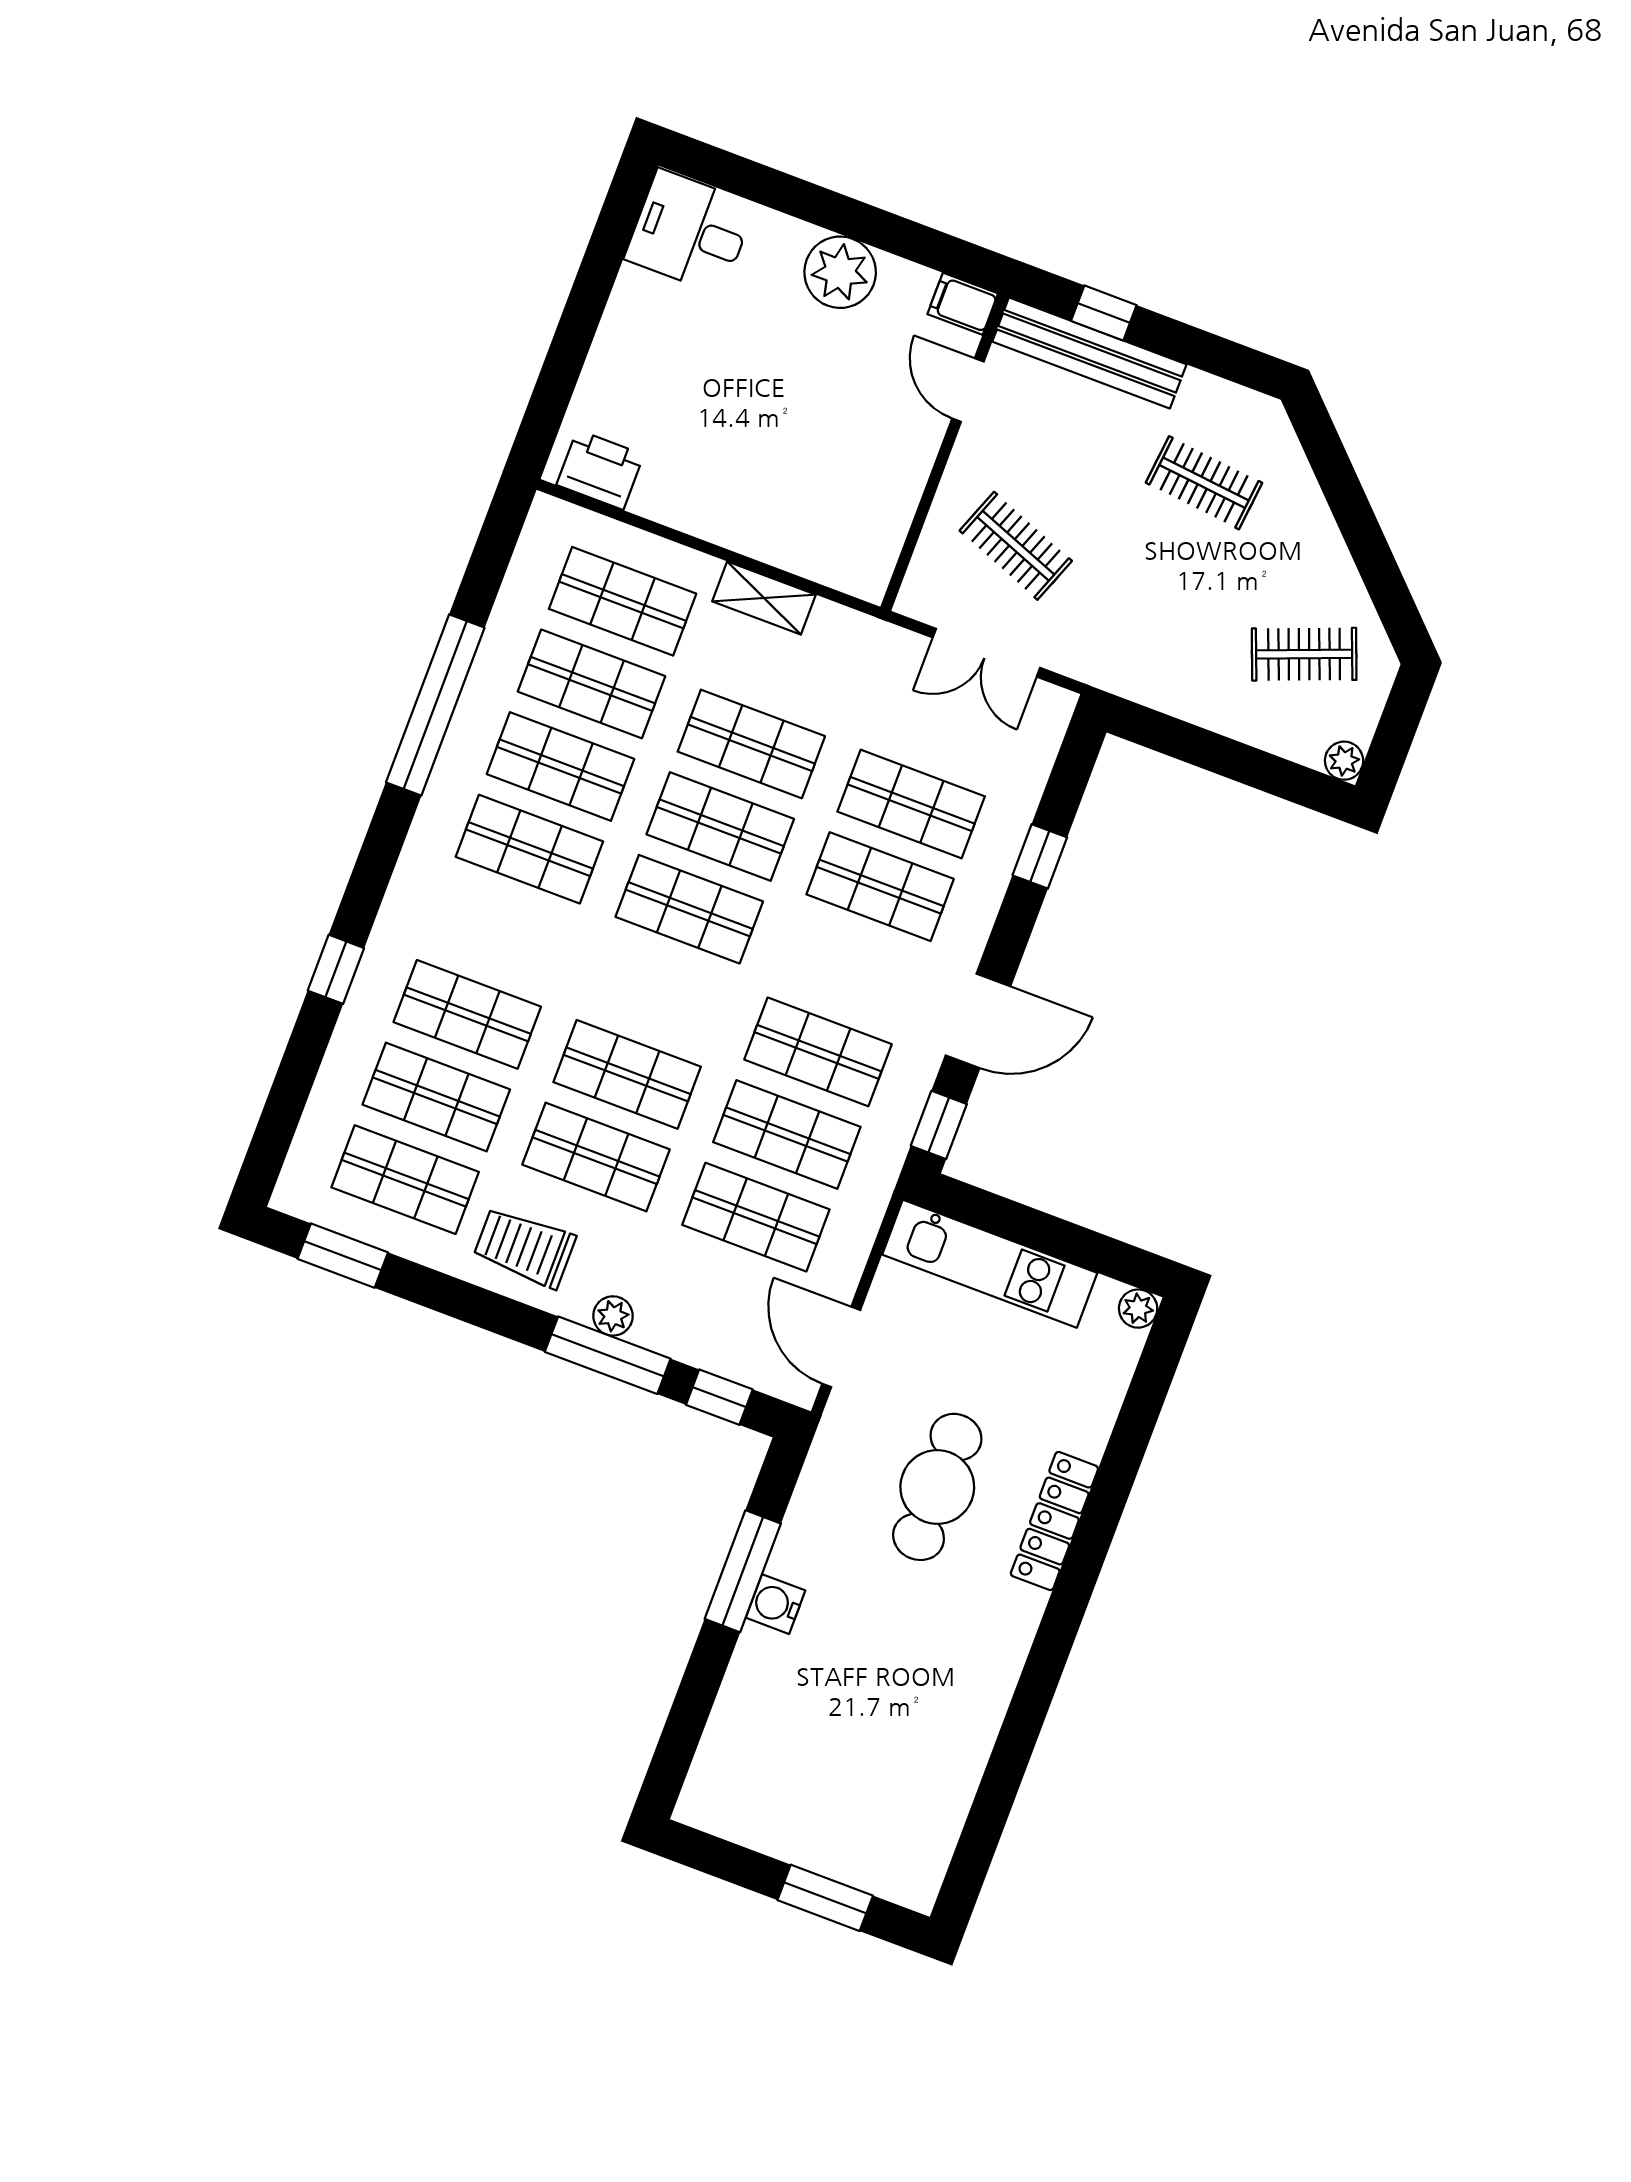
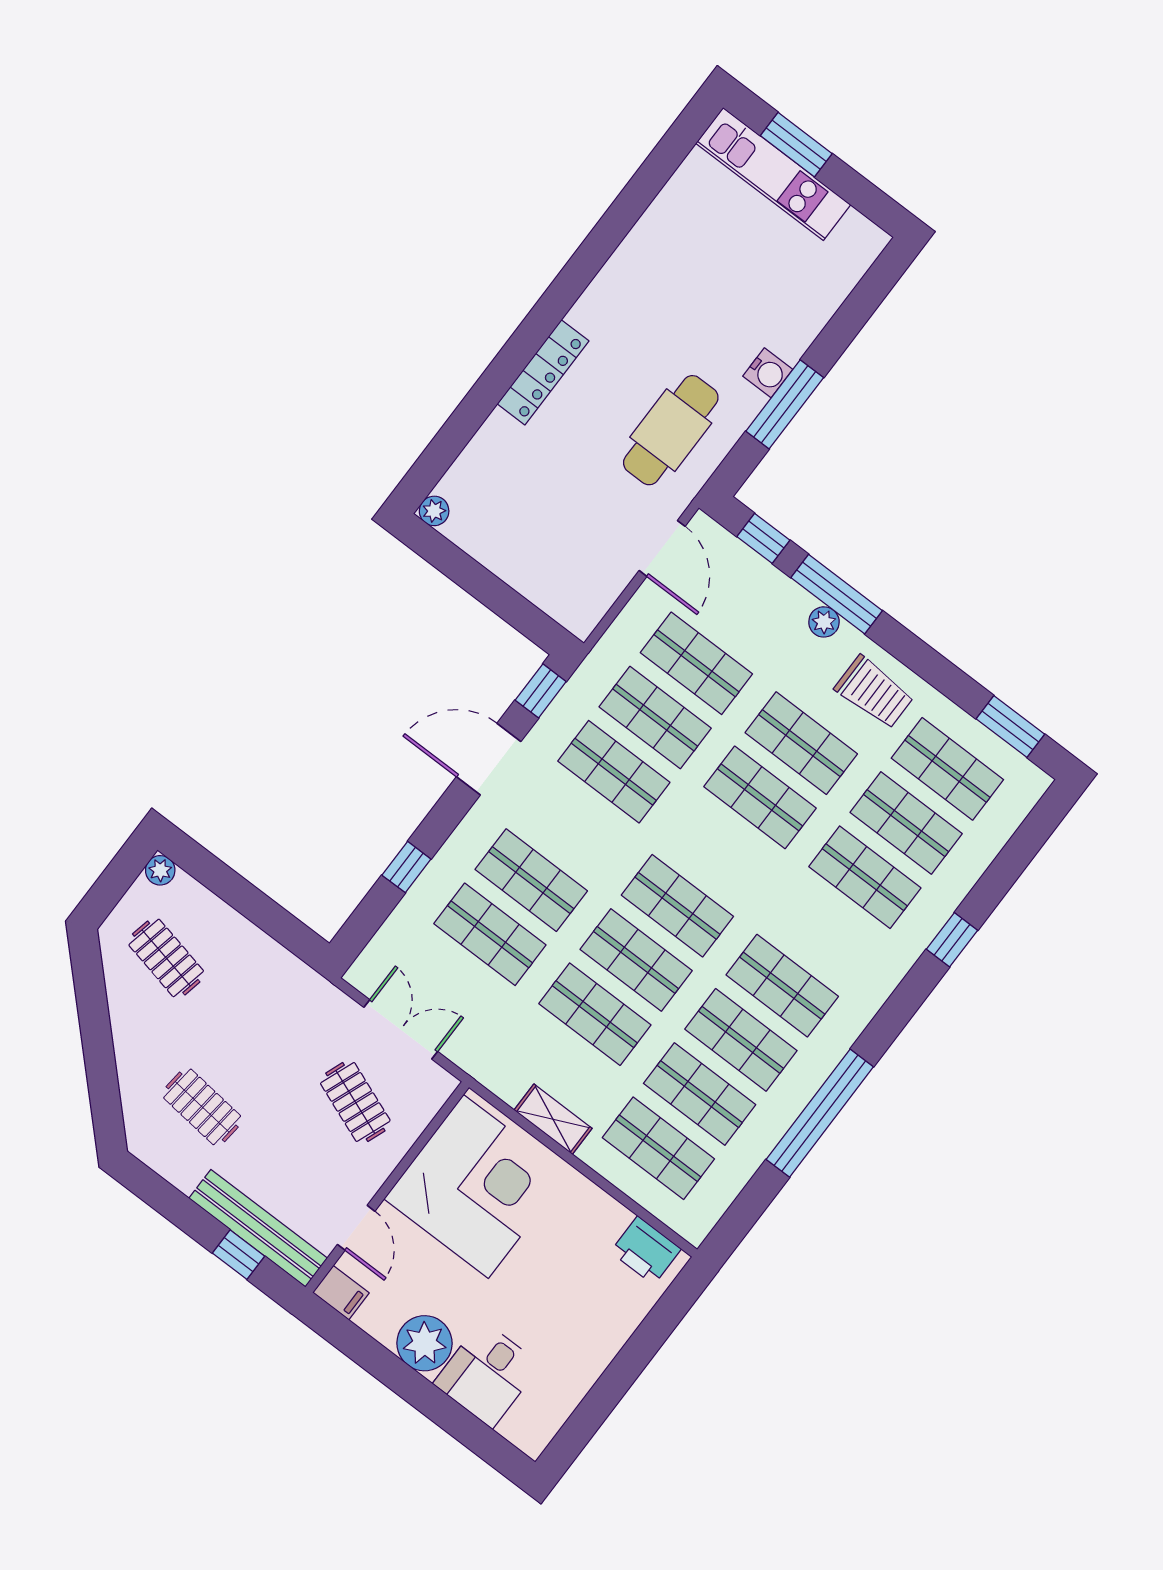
desk: (690, 232) -> (487, 1374), moved, turned 90
corner desk: (835, 486) -> (476, 1186), added
clothes rail: (1304, 654) -> (166, 958), turned 33
kitchen unit: (990, 1264) -> (773, 174), moved, turned 180
cafe table: (937, 1487) -> (671, 430), moved

